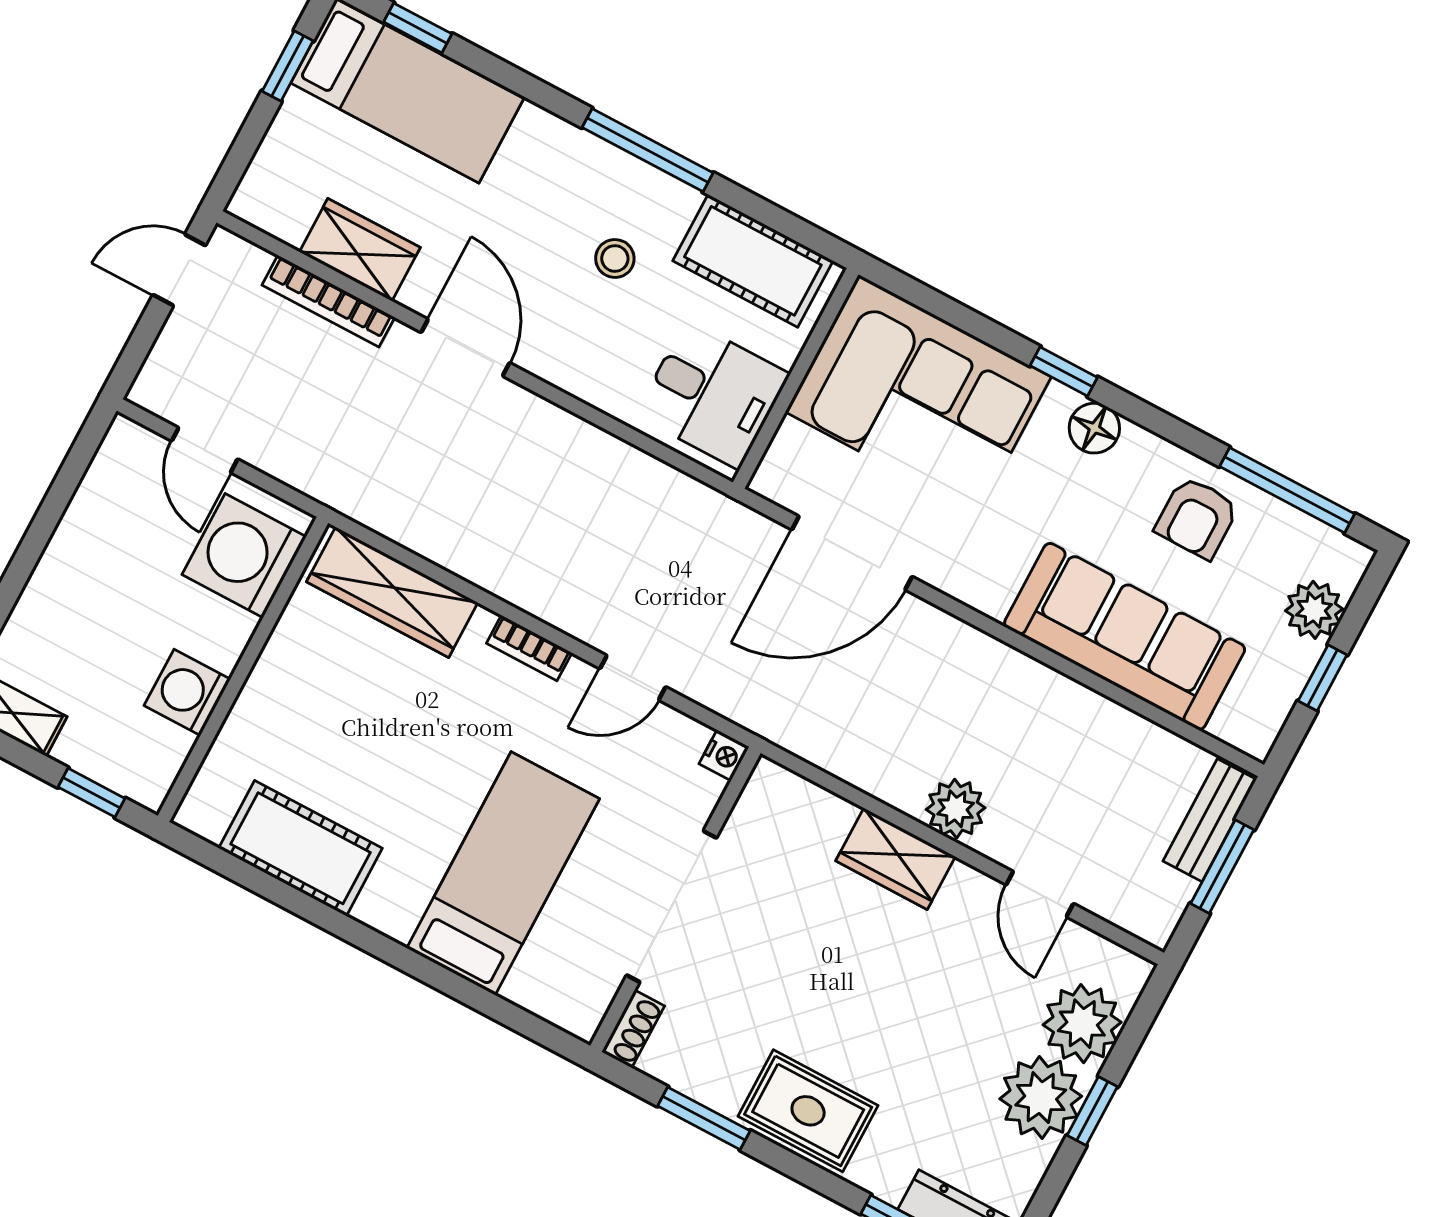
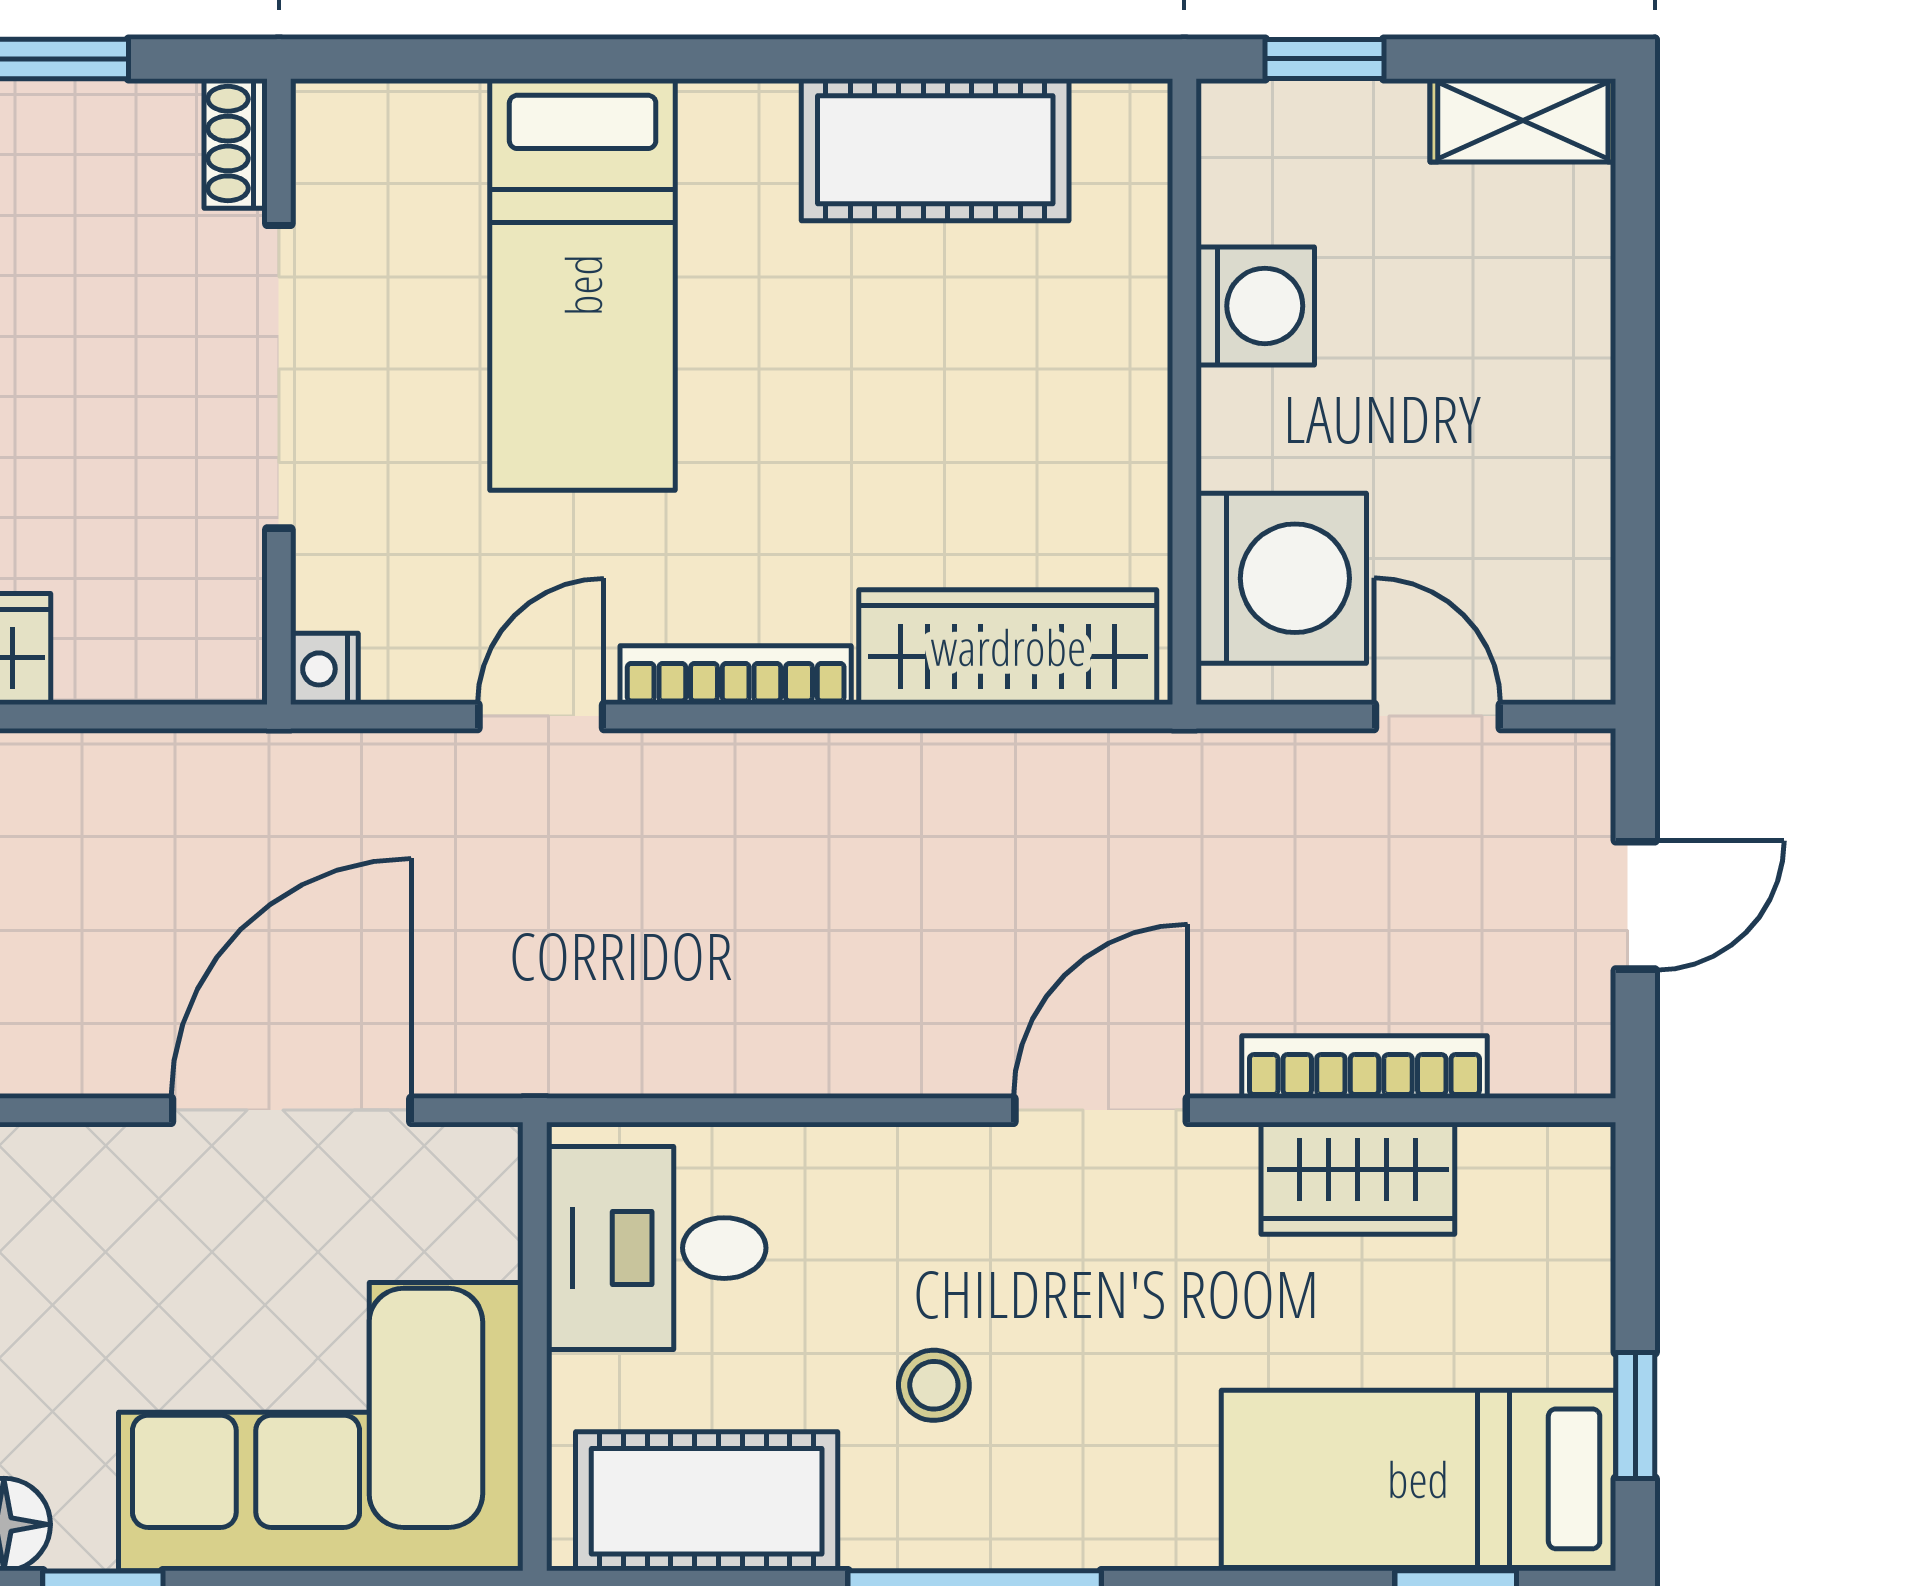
door: (179, 270) -> (1635, 905), moved
door: (465, 348) -> (1101, 1110), swing flipped
bookcase: (529, 648) -> (736, 675), width x1.56

